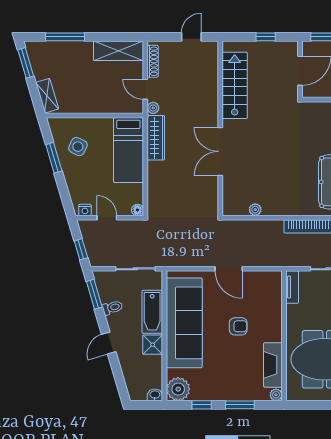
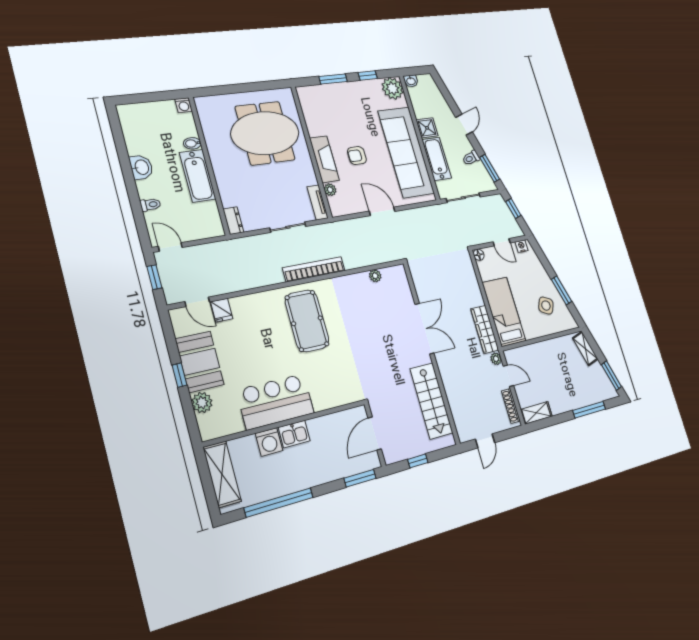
shelving: (118, 51) -> (536, 413), width x0.67, depth x0.75
fireplace: (273, 365) -> (324, 159), moved
plant: (276, 395) -> (330, 190), moved

